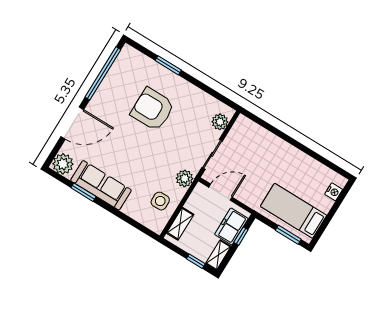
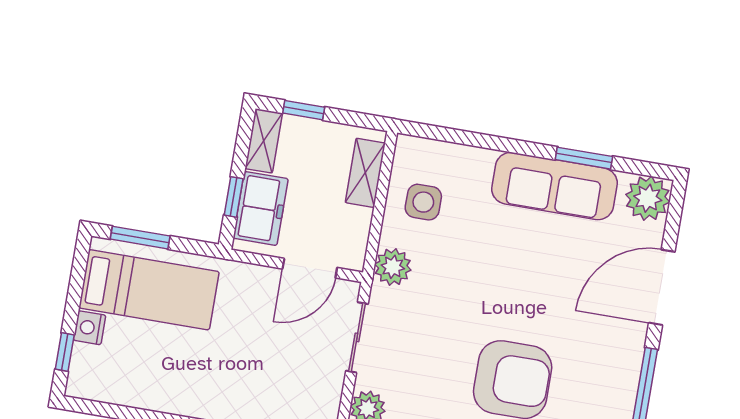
nightstand: (334, 192) -> (89, 328), moved
window: (341, 199) -> (65, 352), added

